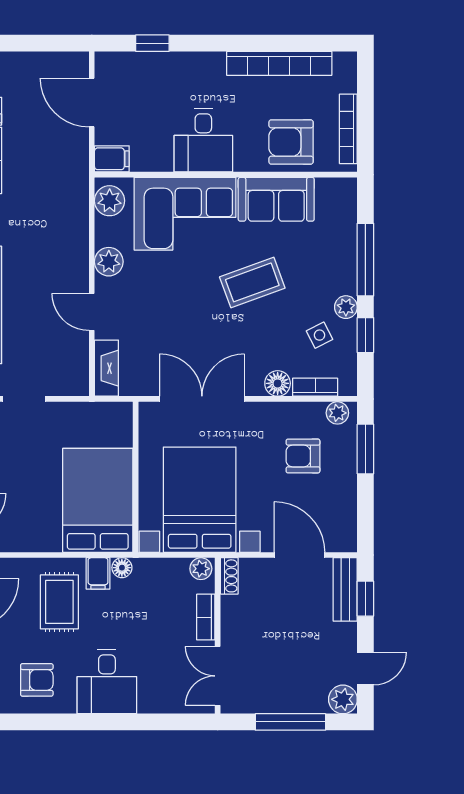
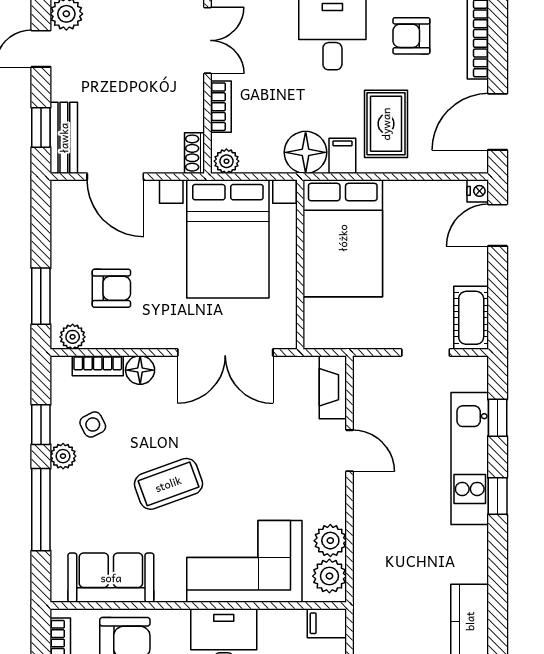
sofa: (276, 199) -> (111, 578), moved
plant: (109, 262) -> (330, 541), moved
floor lamp: (122, 568) -> (306, 152), width x1.89, depth x1.89

